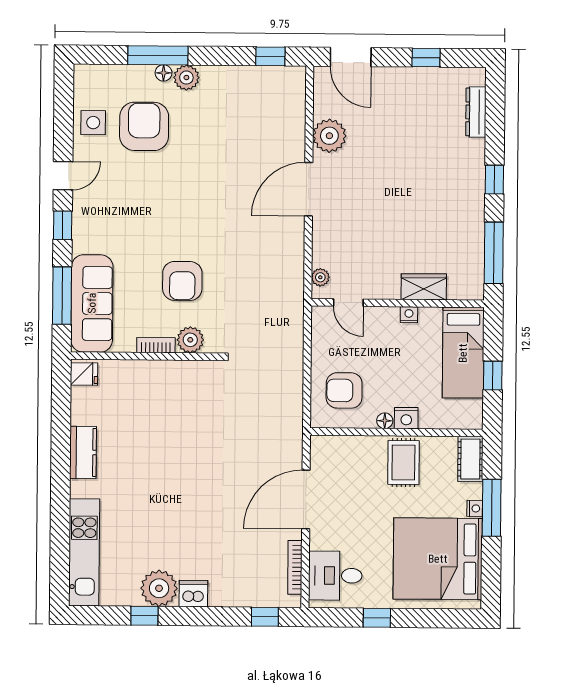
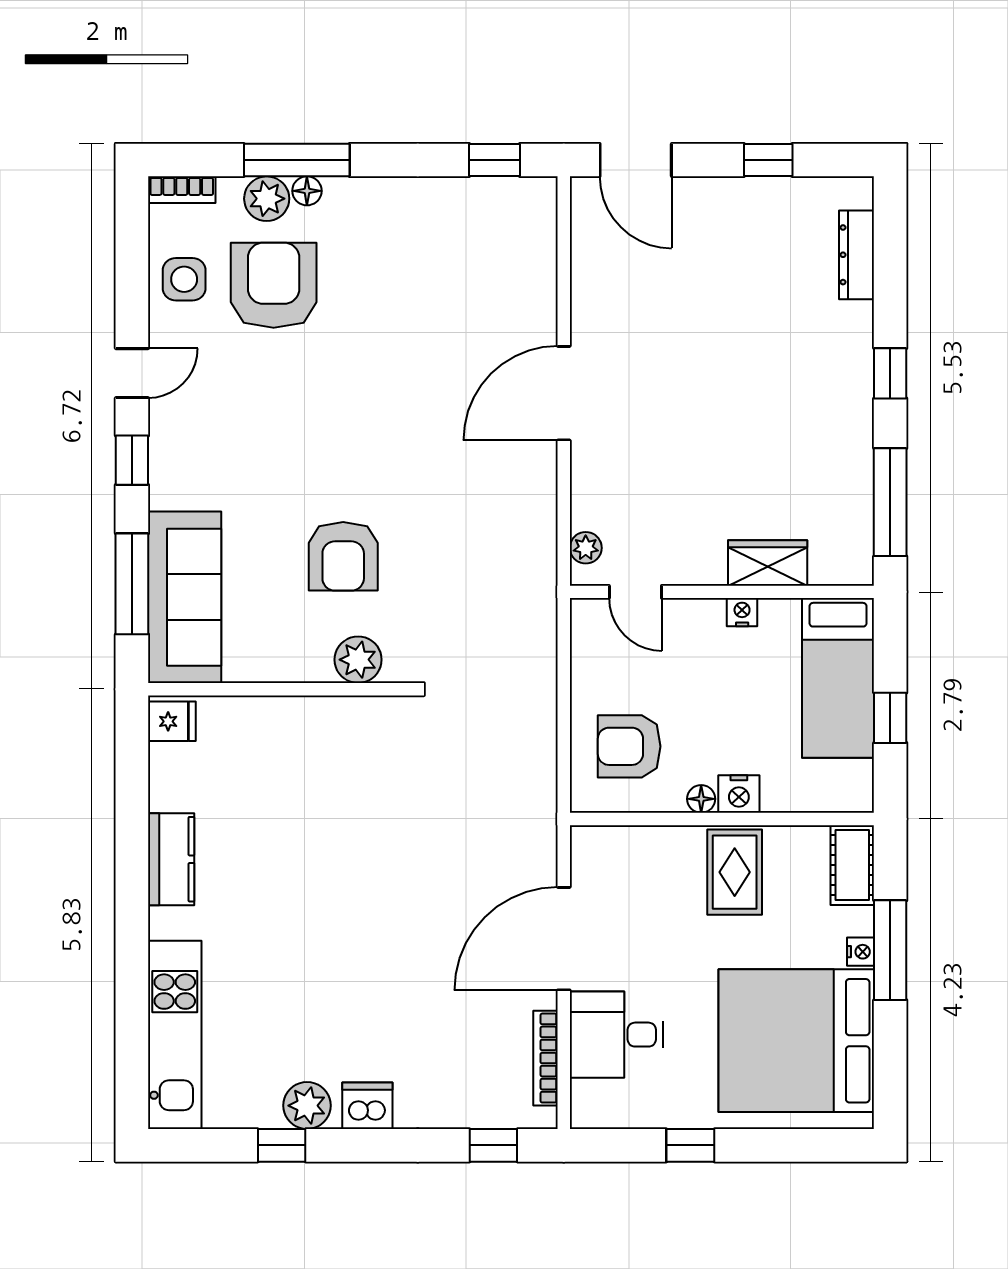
plant: (186, 78) -> (267, 199), moved
plant: (329, 136) -> (599, 299), removed
bookcase: (156, 345) -> (182, 190), moved, turned 180
desk: (335, 576) -> (617, 1035), moved
plant: (159, 588) -> (307, 1106), width x0.73, depth x0.73

